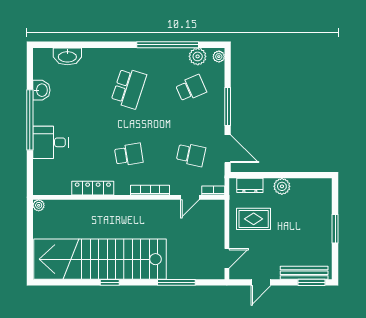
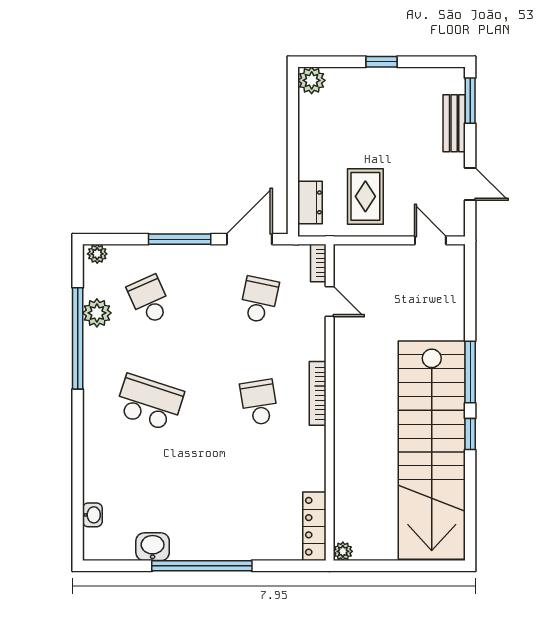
washbasin: (67, 56) -> (92, 515), width x0.52, depth x0.69
plant: (198, 56) -> (97, 313), moved
desk: (50, 142) -> (239, 532), removed
plant: (282, 186) -> (312, 80), moved
locker: (93, 188) -> (314, 526), moved
bookcase: (150, 190) -> (318, 393), moved
window: (335, 229) -> (382, 62), width x0.67
bench: (304, 273) -> (454, 123), width x0.73
window: (176, 282) -> (470, 372), moved

